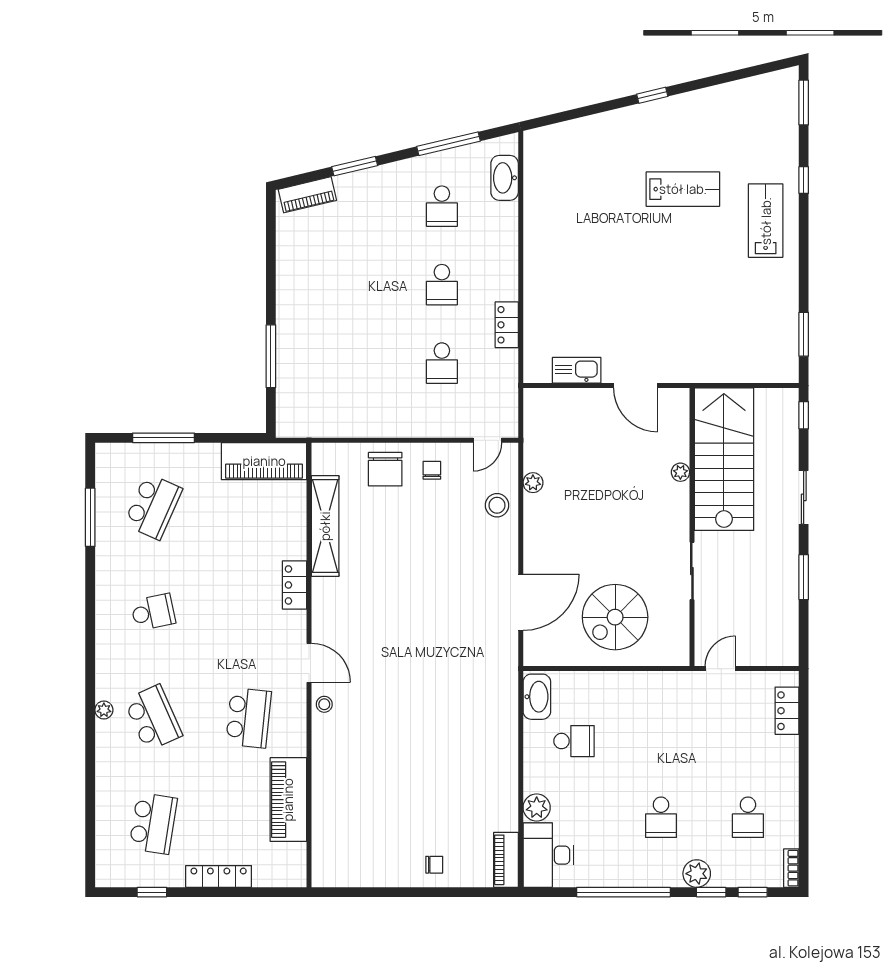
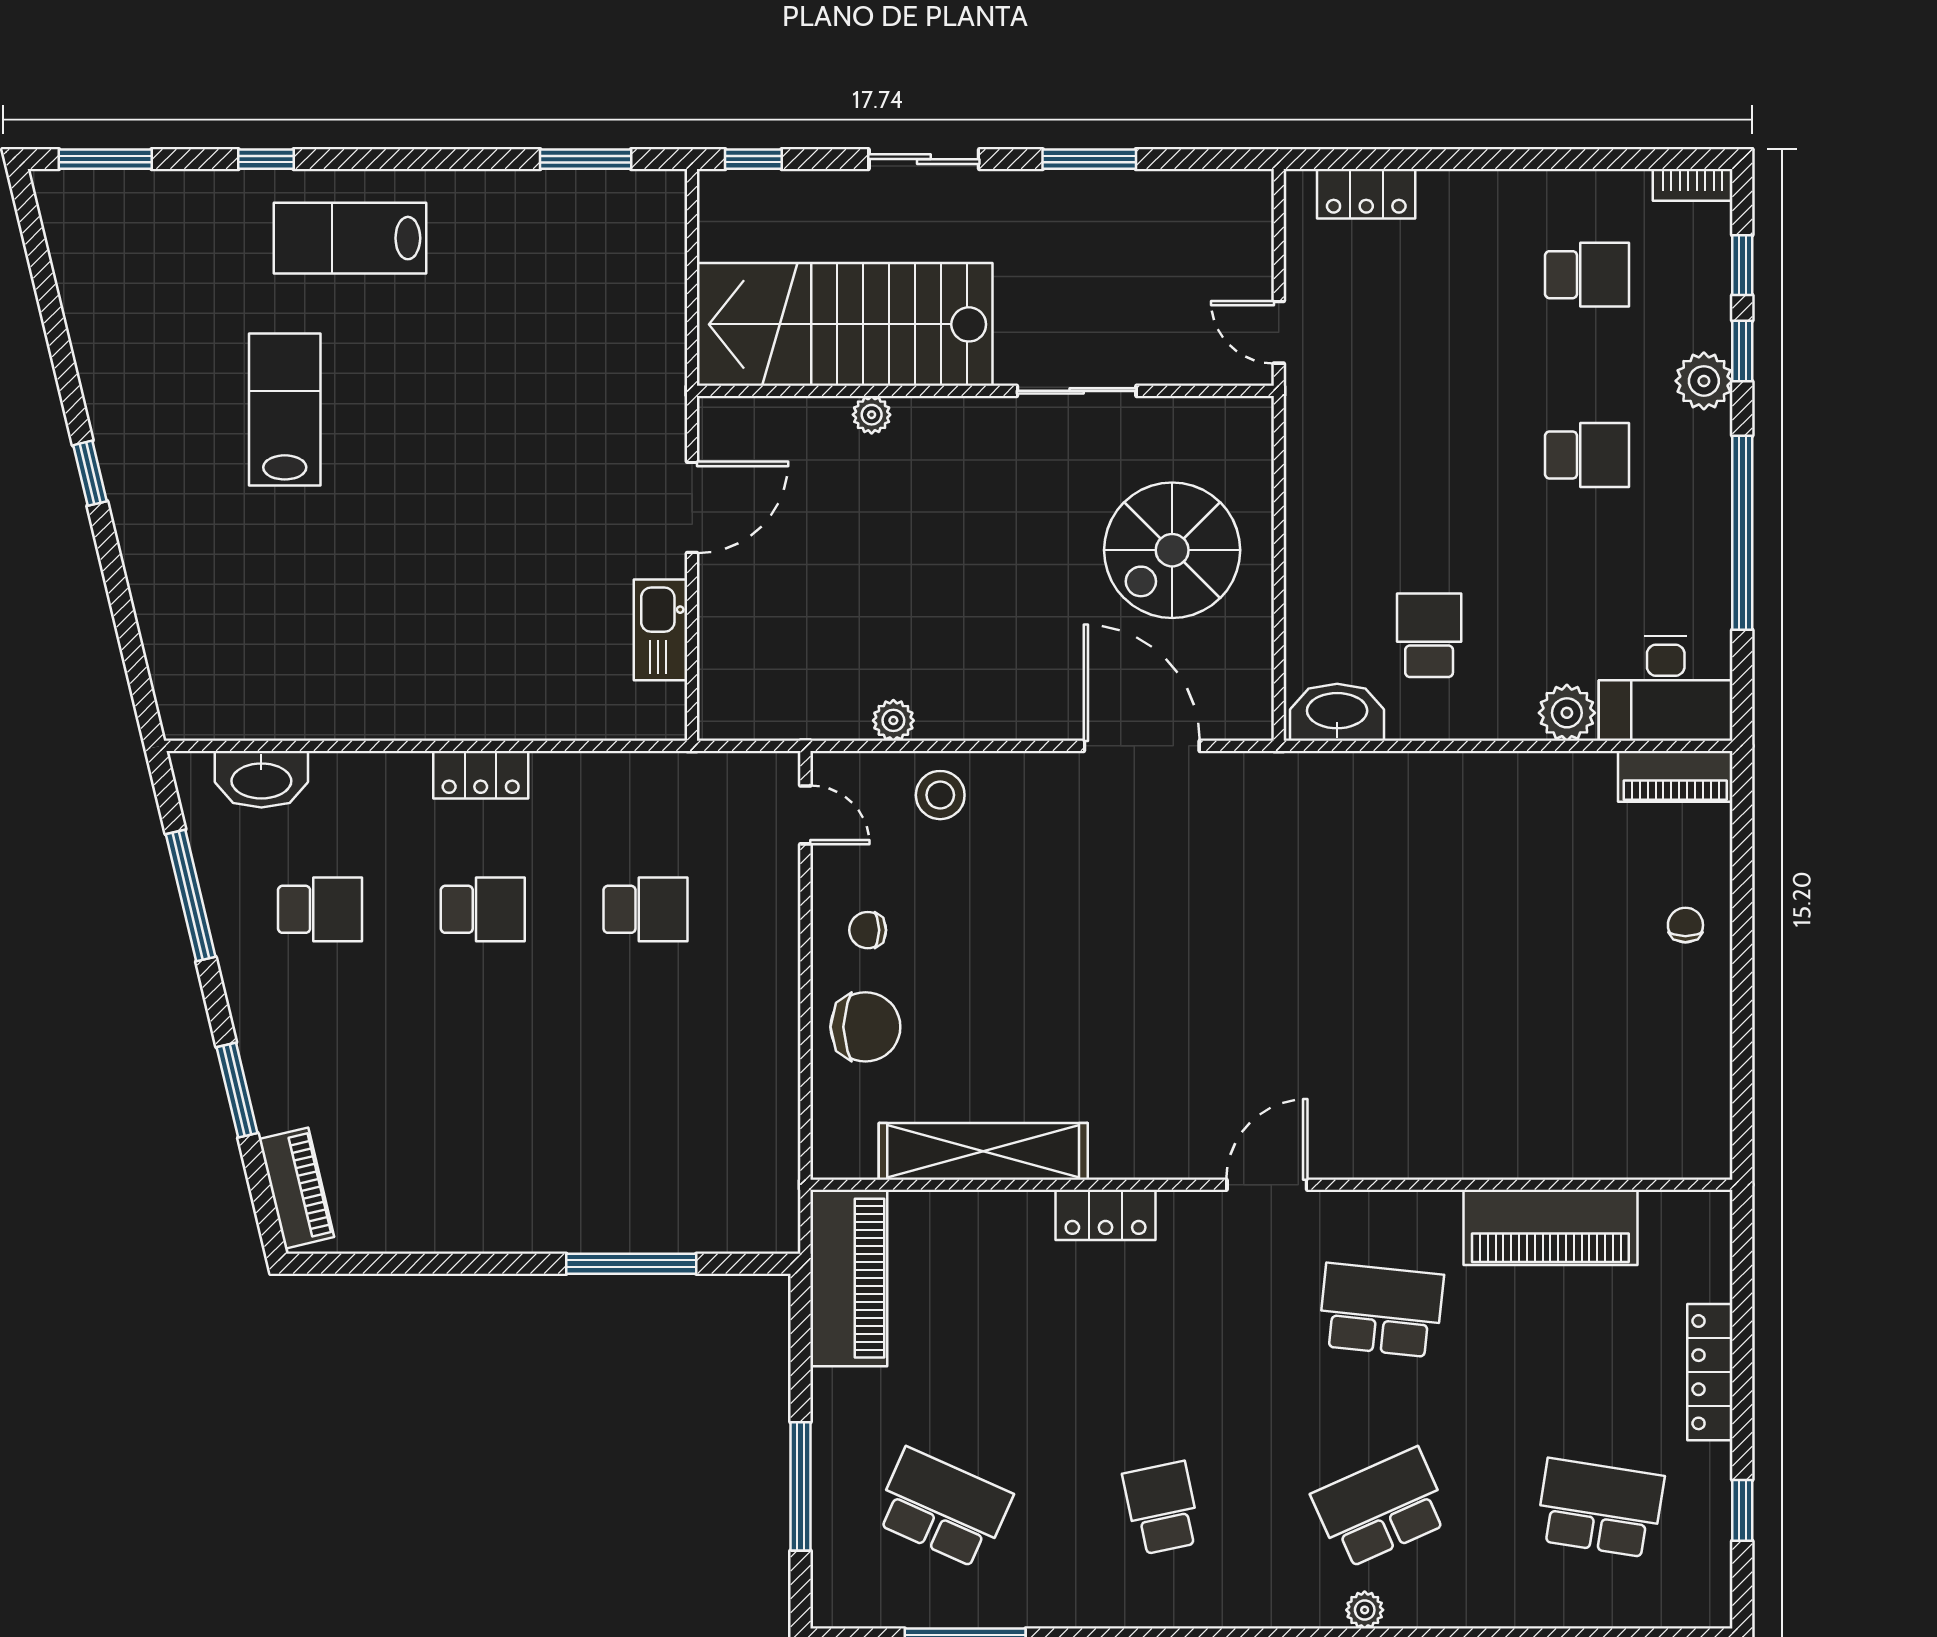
locker: (507, 325) -> (481, 775), moved
spiral stairs: (615, 617) -> (1172, 550), turned 90
stool: (324, 704) -> (1353, 1153), removed

